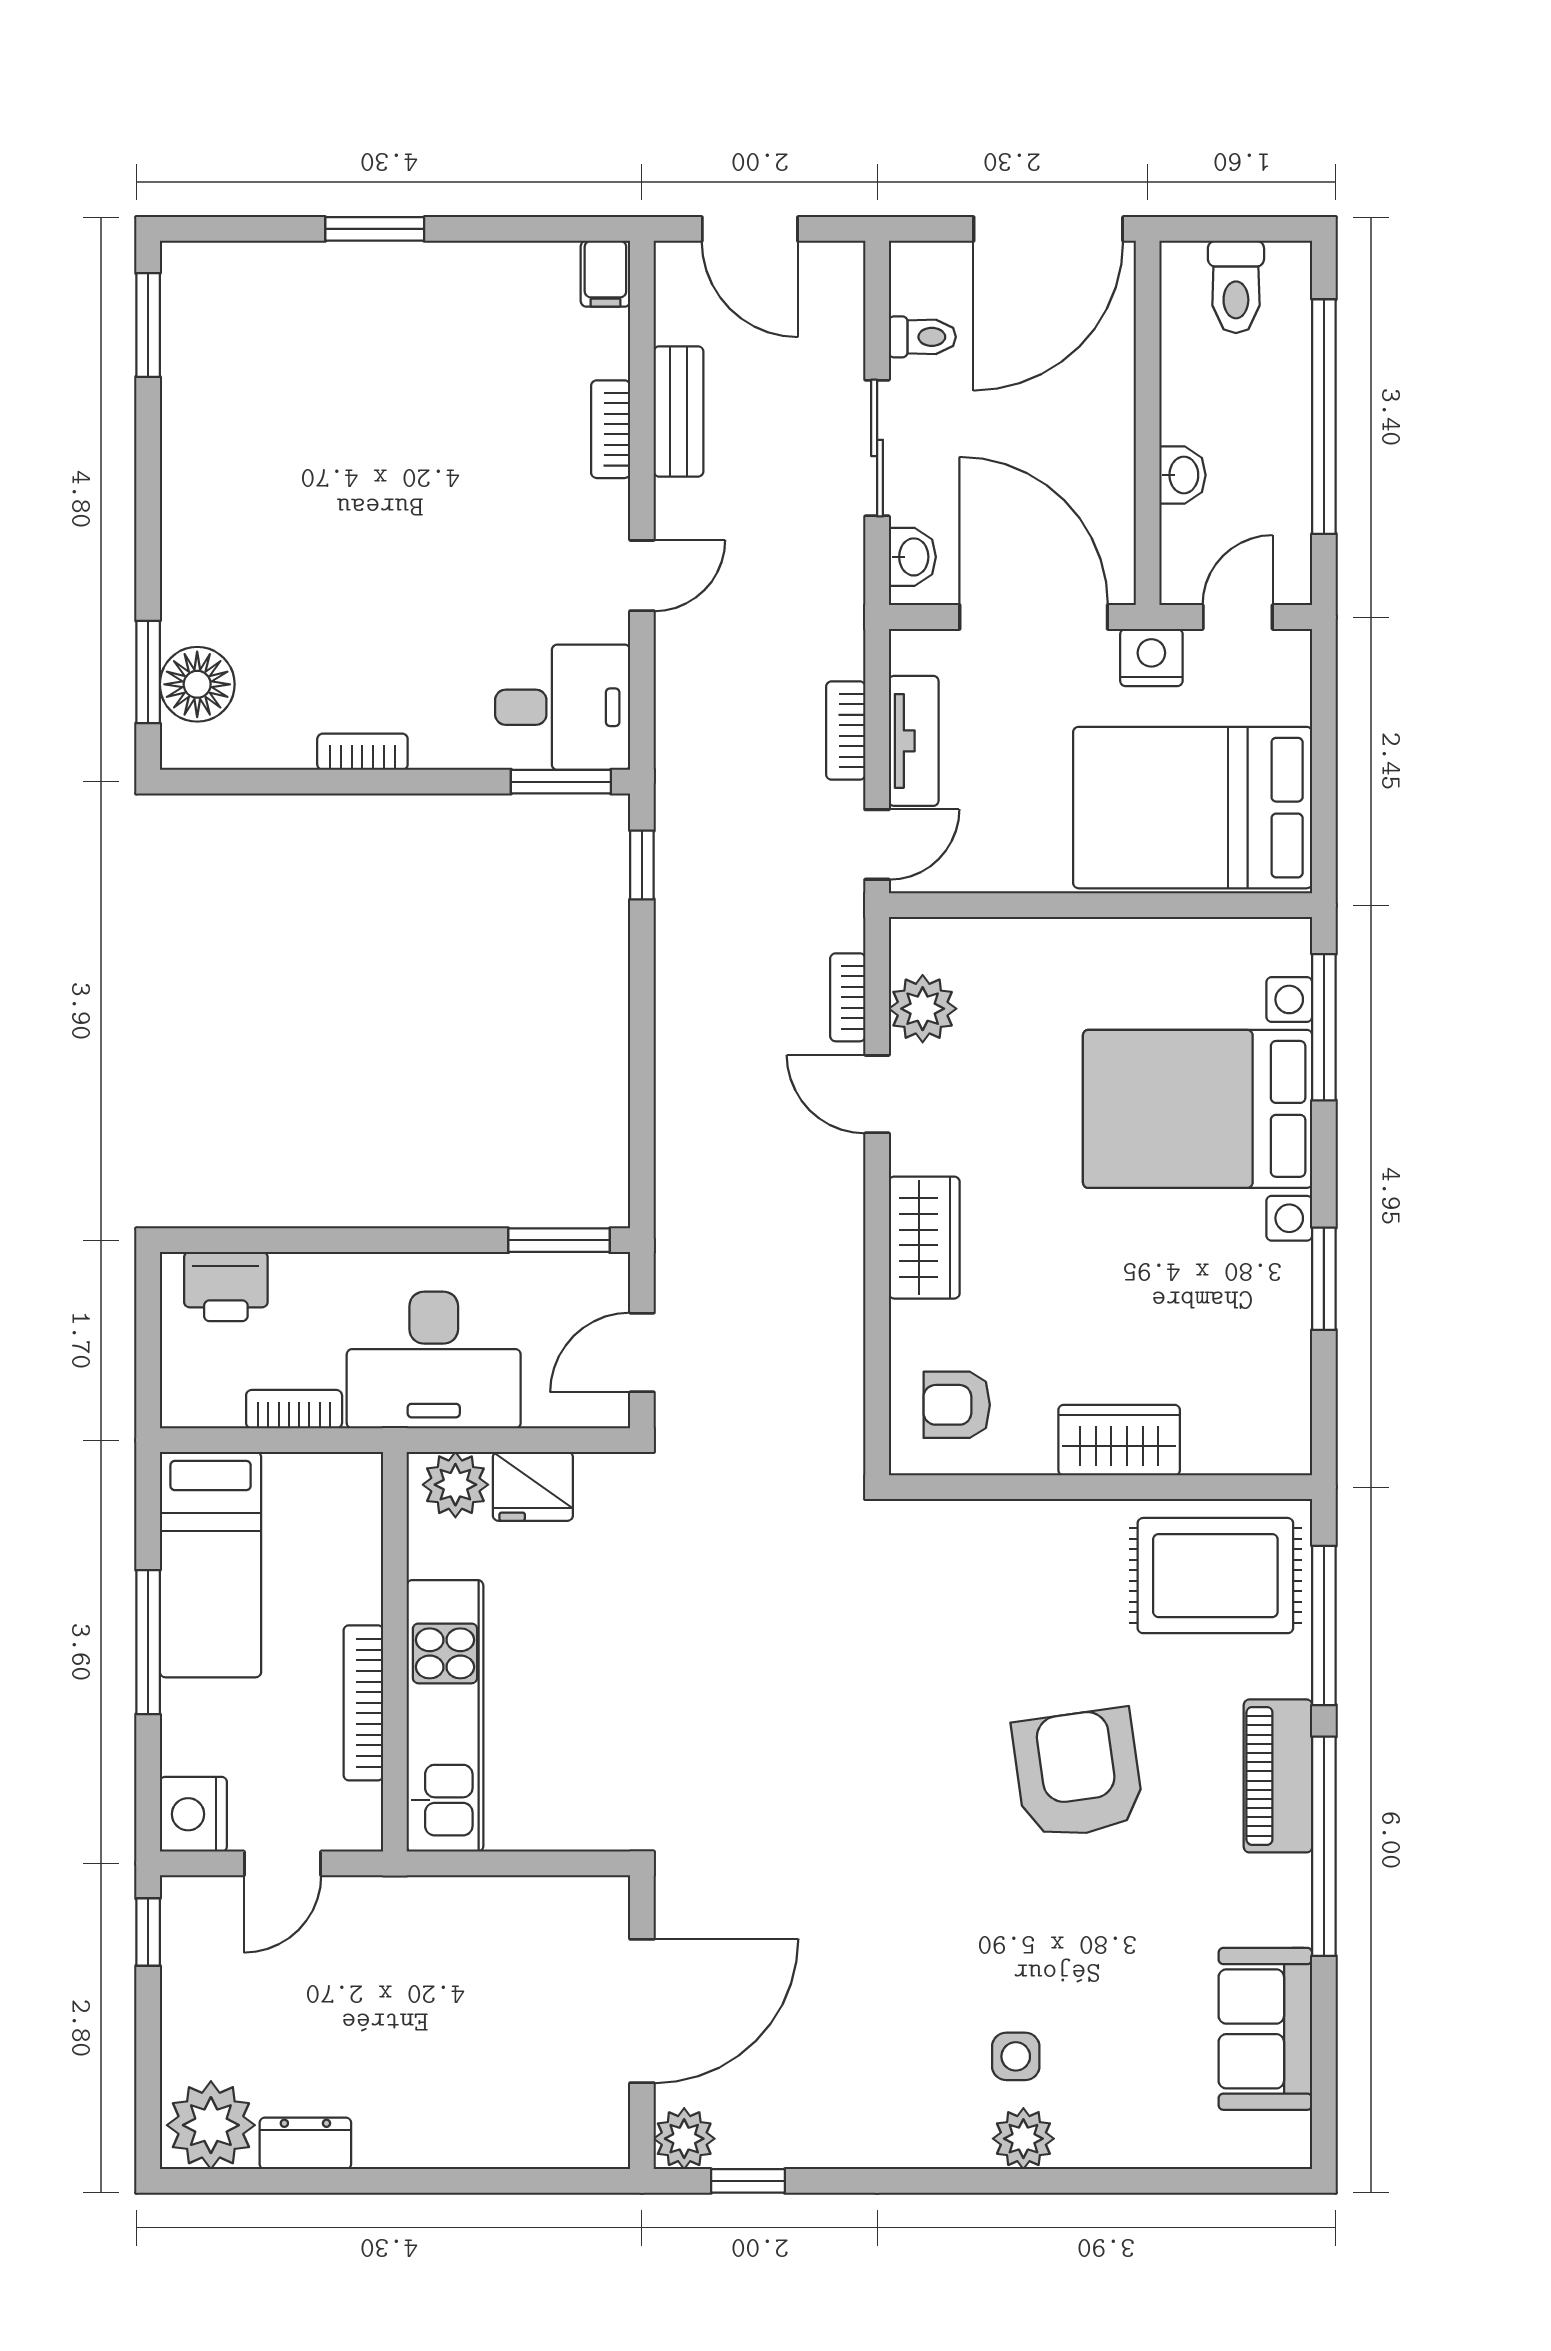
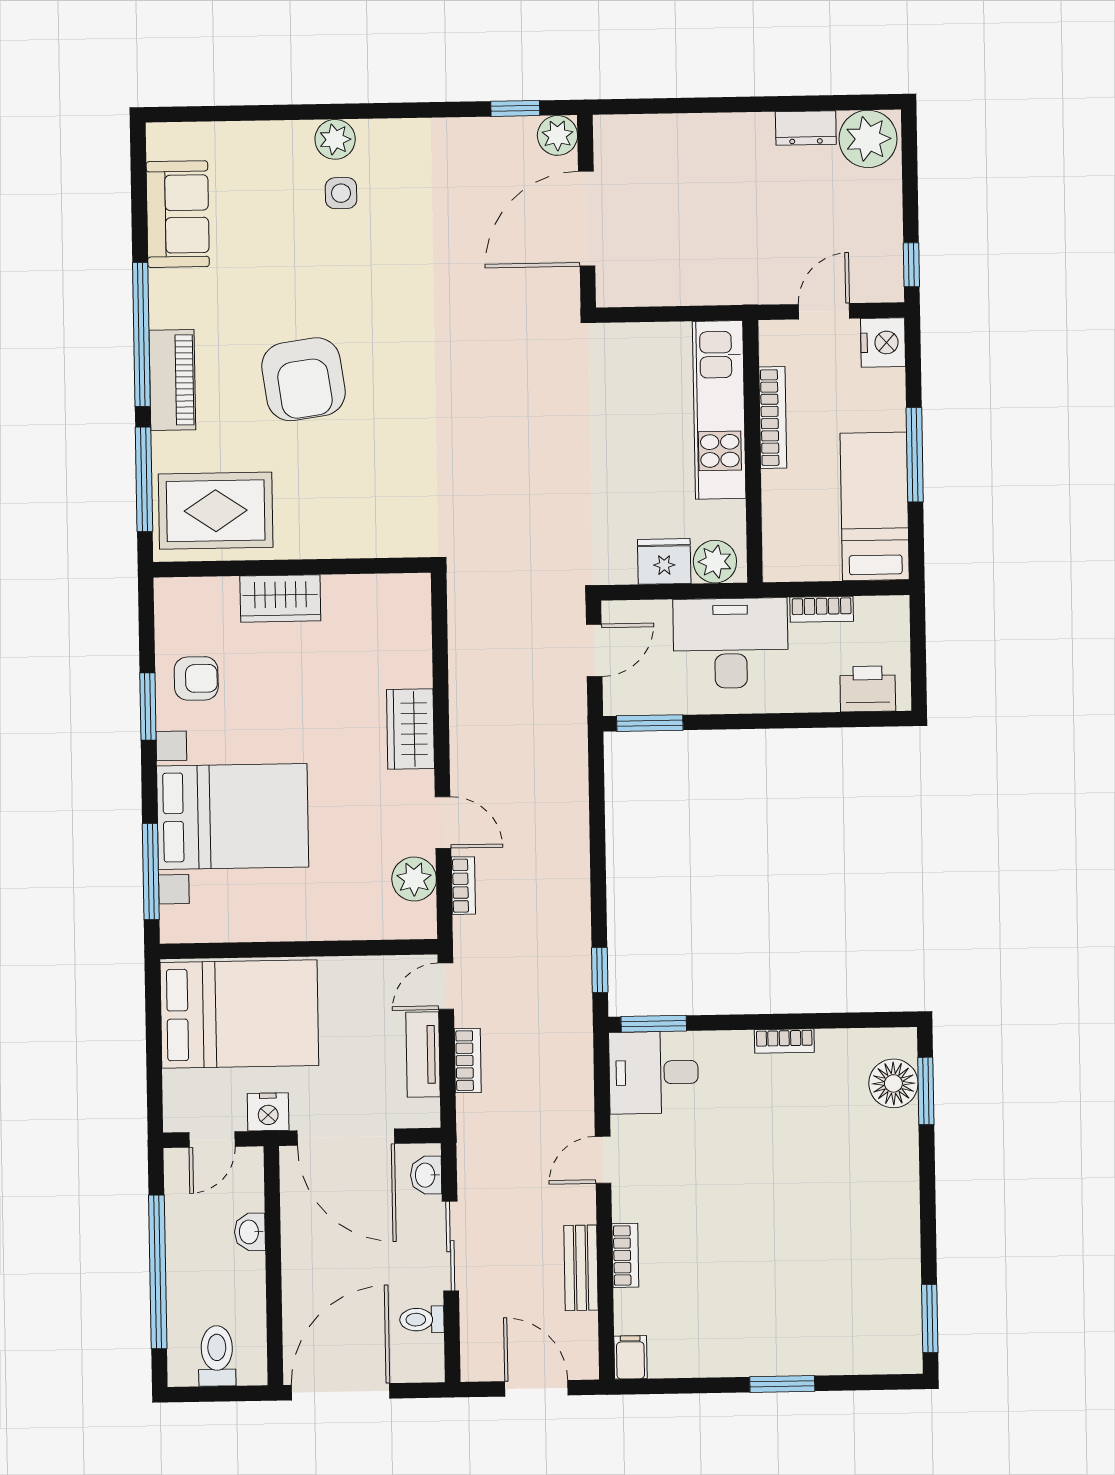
armchair: (957, 1405) -> (196, 678), moved

